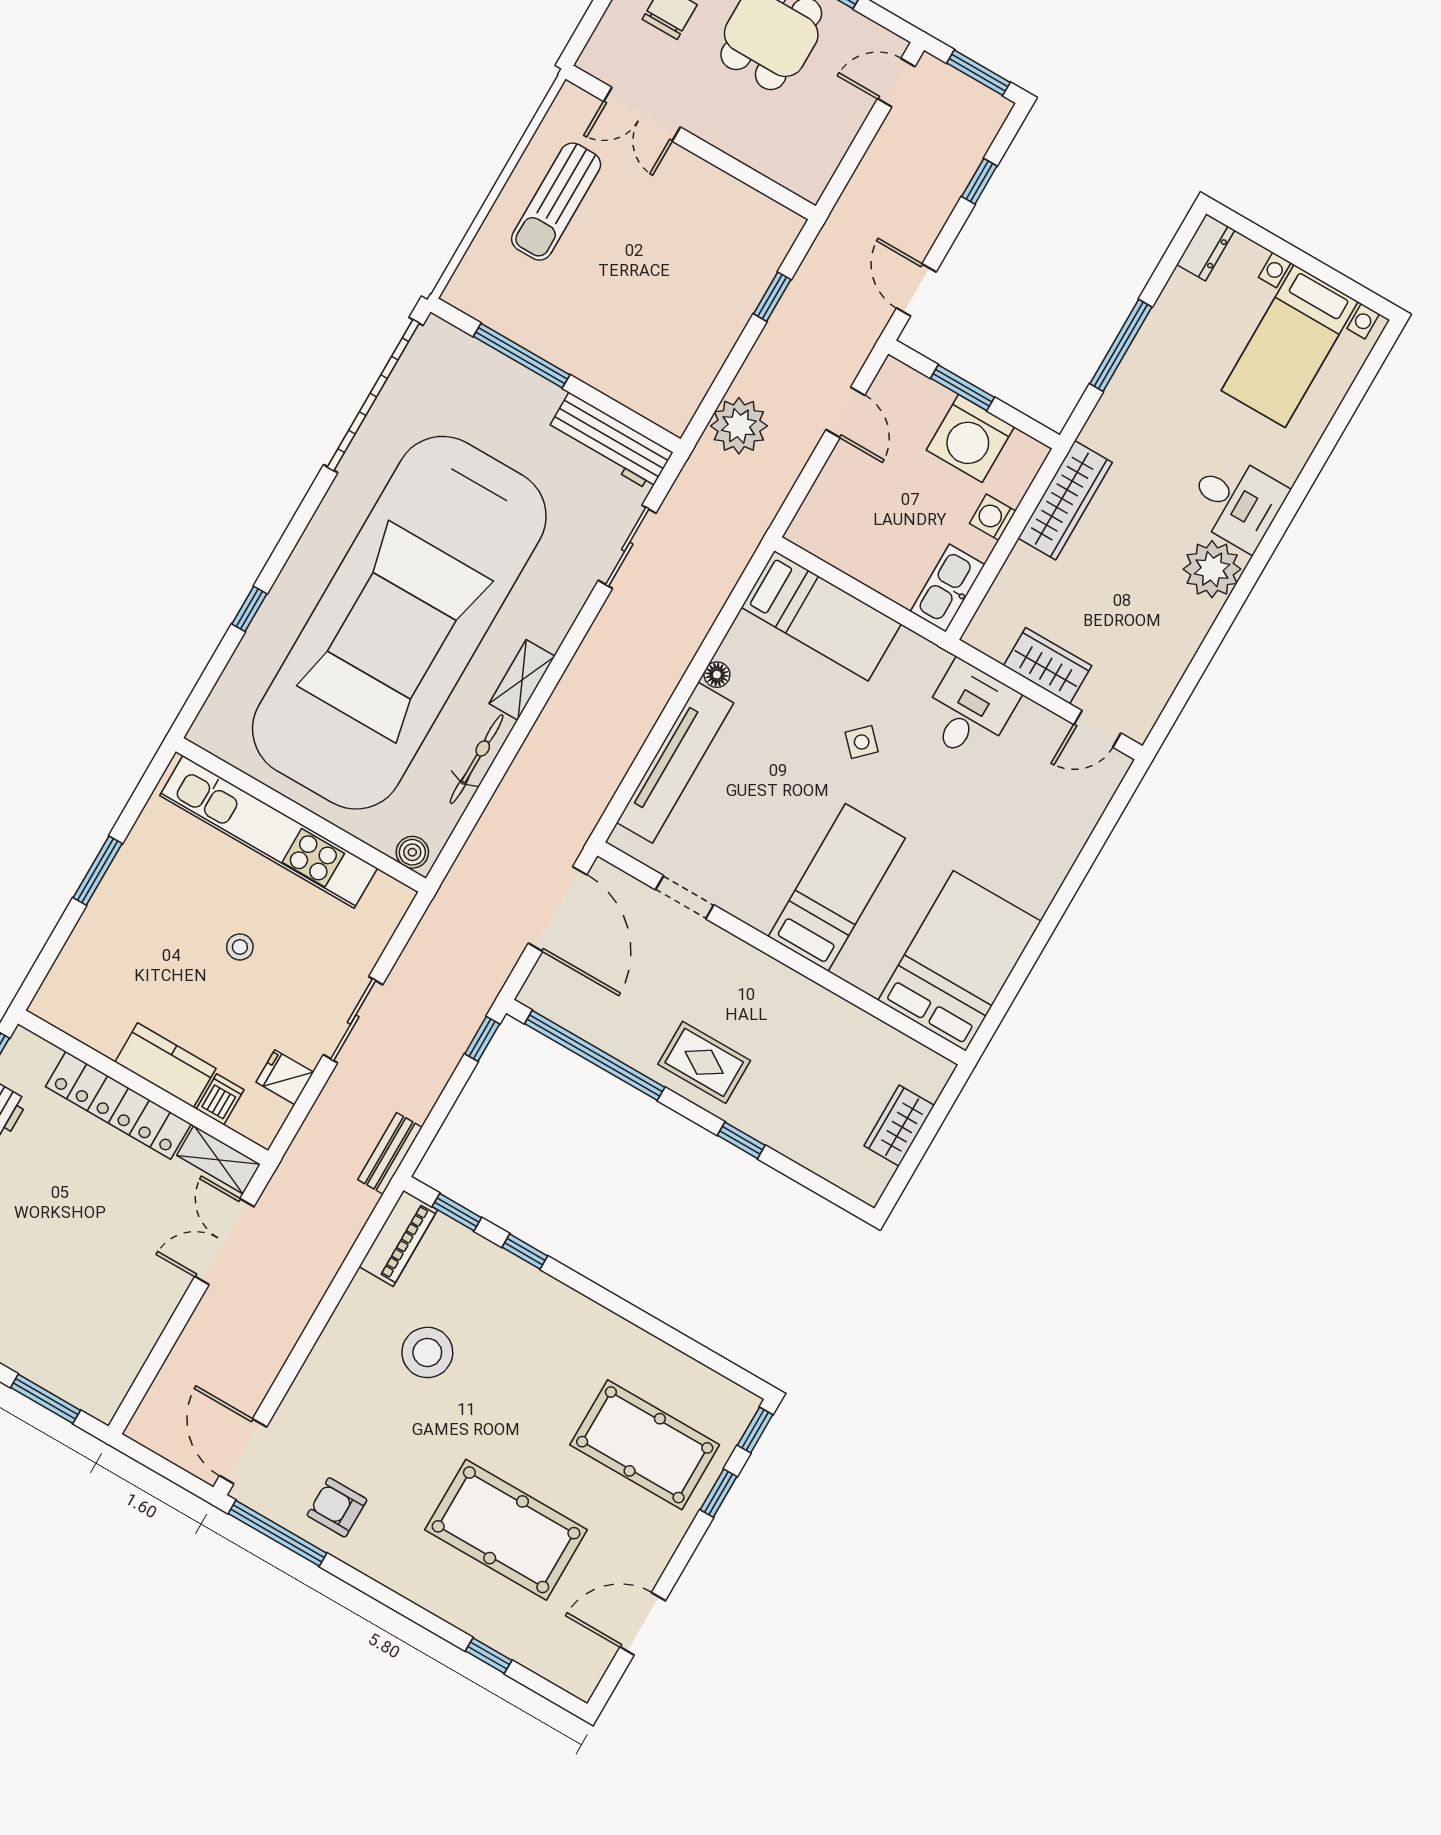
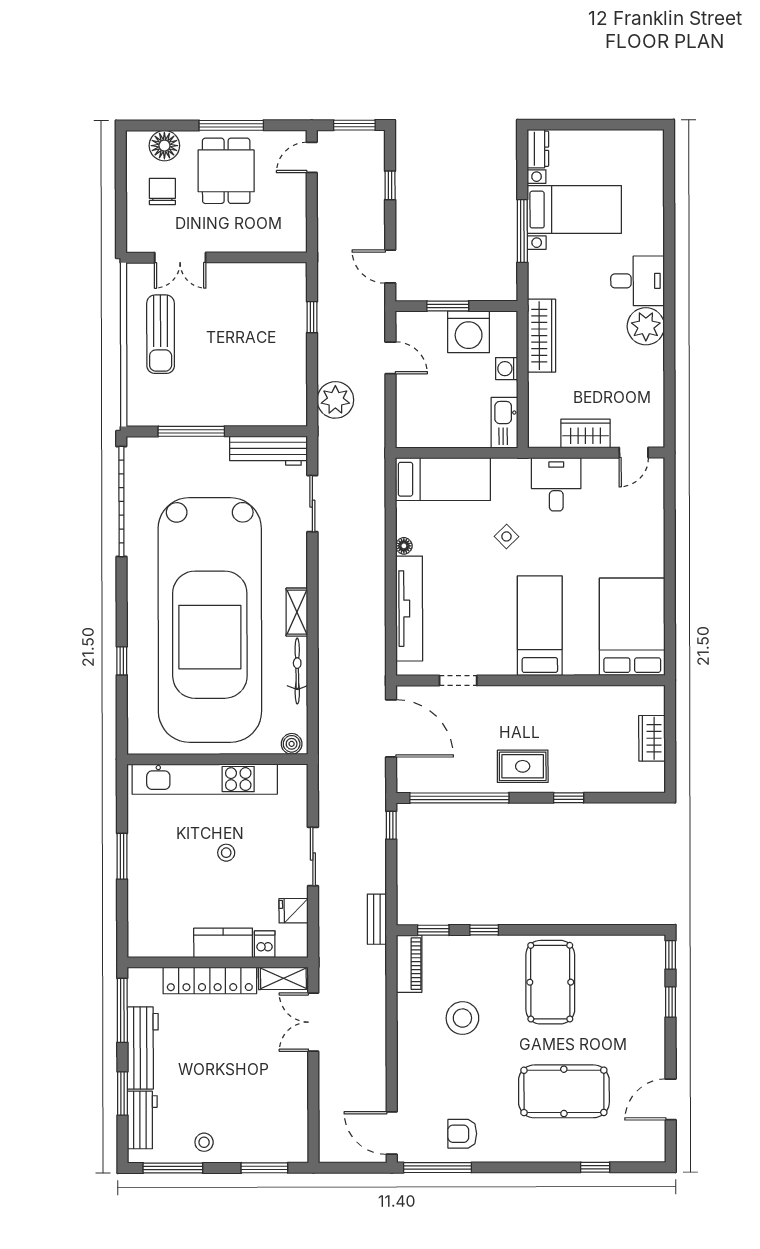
bed with nightstands: (1290, 346) -> (574, 210), moved, turned -90
pool table: (645, 1445) -> (550, 982), moved, turned 90

